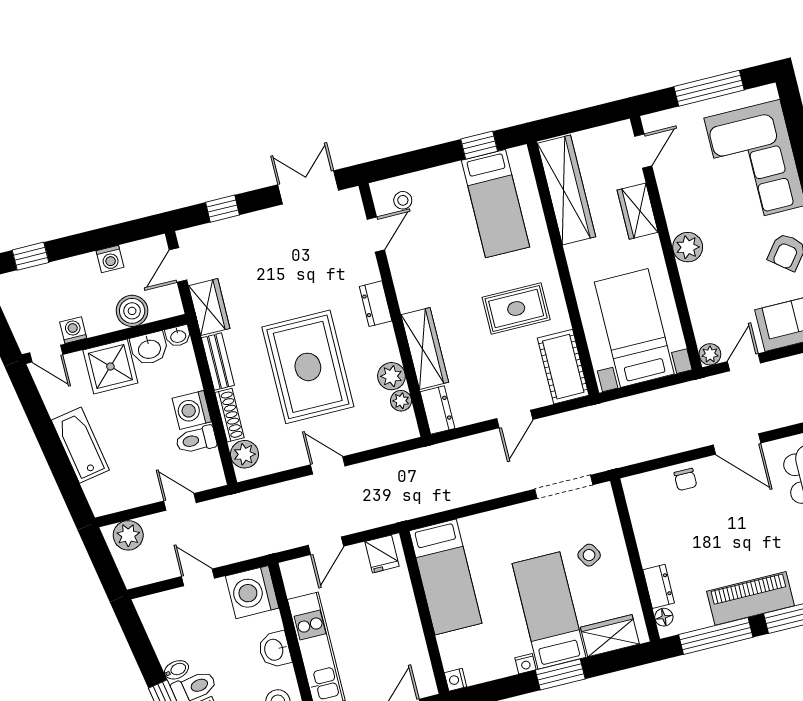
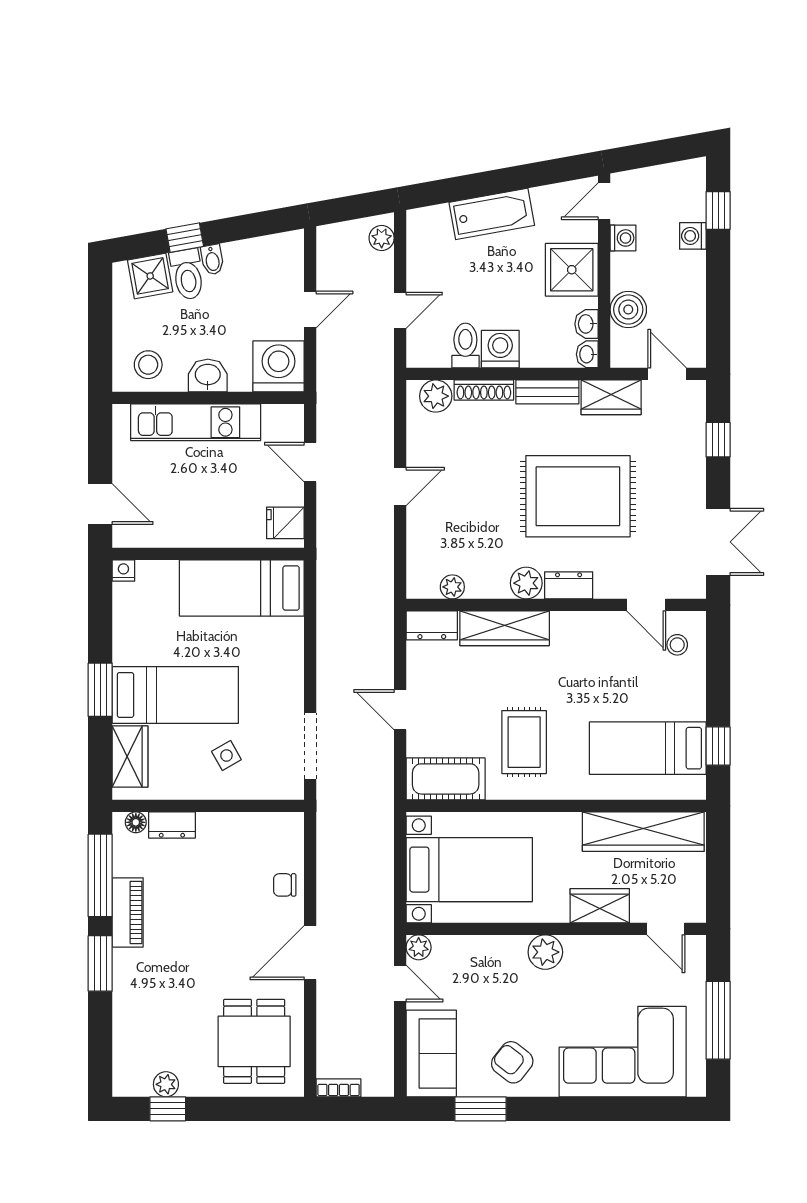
washing machine: (110, 259) -> (693, 236), moved
washbasin: (149, 348) -> (586, 324), width x0.72, depth x0.69
rug: (308, 367) -> (578, 496), moved
plant: (391, 376) -> (526, 583), moved
plant: (128, 535) -> (382, 238), width x0.73, depth x0.73
piano: (751, 598) -> (128, 912), width x0.73, depth x0.75
nightstand: (526, 664) -> (122, 654), removed

